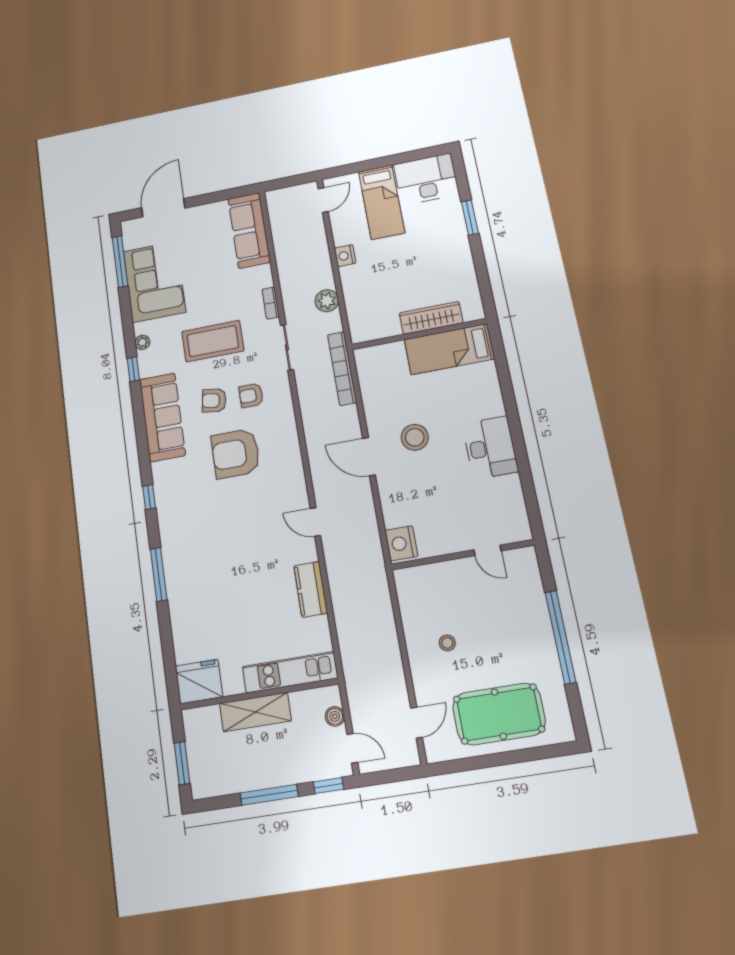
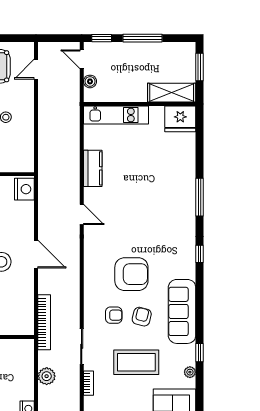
armchair: (214, 400) -> (142, 317), turned -85
shelving: (255, 712) -> (172, 93), moved

